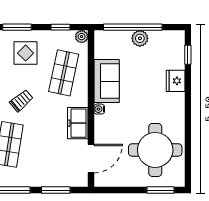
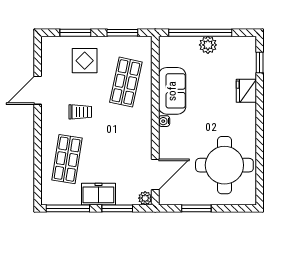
window: (61, 27) -> (122, 33), width x1.50
plant: (82, 37) -> (145, 198), moved
trolley: (21, 101) -> (80, 112), turned 40
freezer: (78, 123) -> (98, 194), moved, turned 90
window: (161, 190) -> (196, 208), moved

